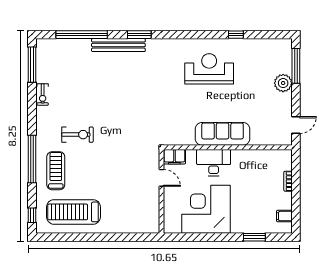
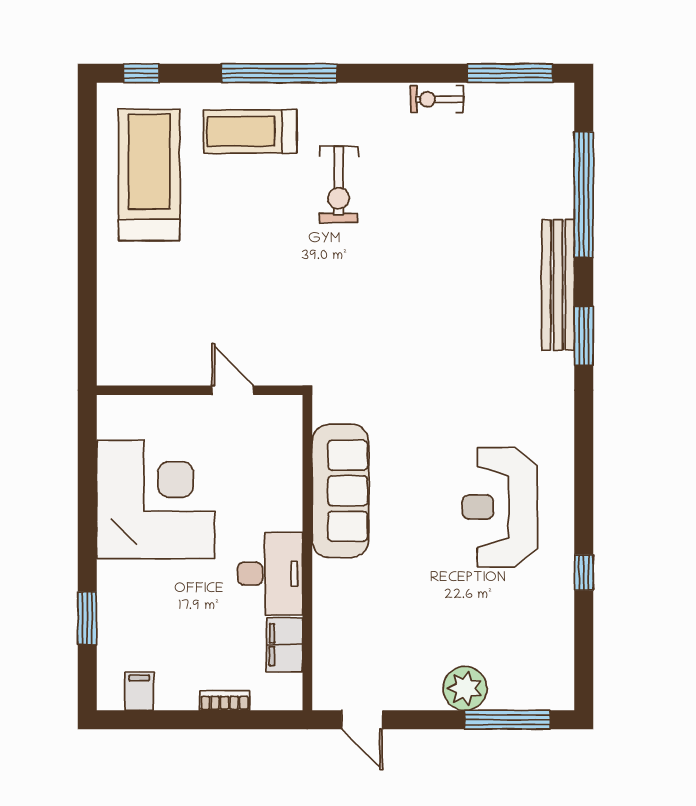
reception desk: (209, 69) -> (500, 507), turned 180
sofa: (223, 134) -> (340, 491), moved
filing cabinet: (174, 157) -> (285, 645), moved
desk: (214, 163) -> (270, 574), moved
treadmill: (56, 171) -> (250, 131), turned 180
door: (161, 178) -> (233, 390), swing flipped

